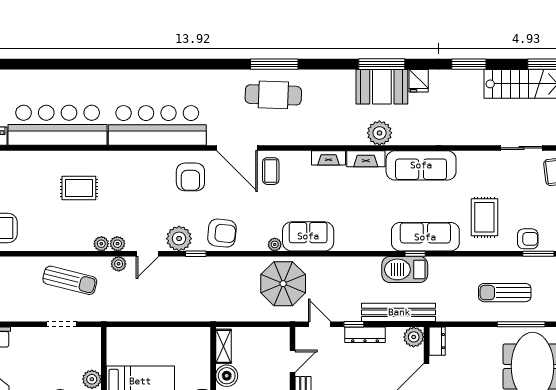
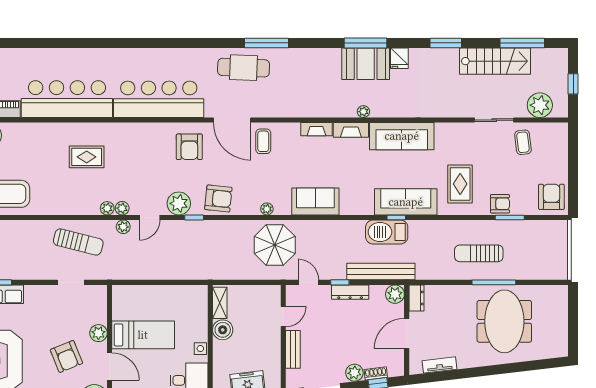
cafe table: (273, 95) -> (244, 68), moved
plant: (379, 133) -> (363, 112), width x0.53, depth x0.53
sofa: (308, 236) -> (315, 201), moved

